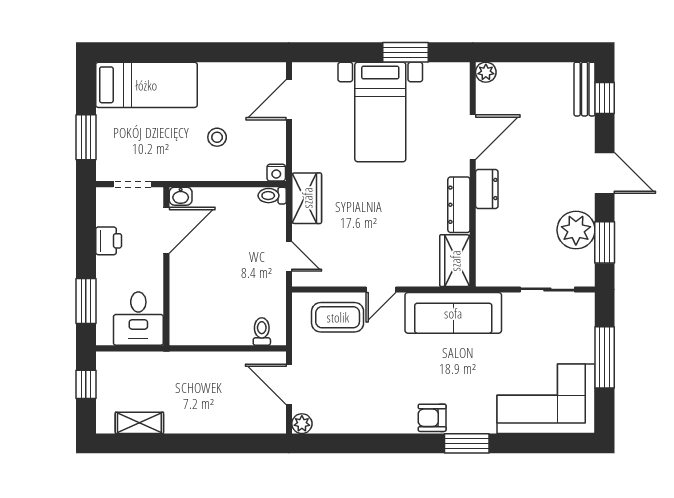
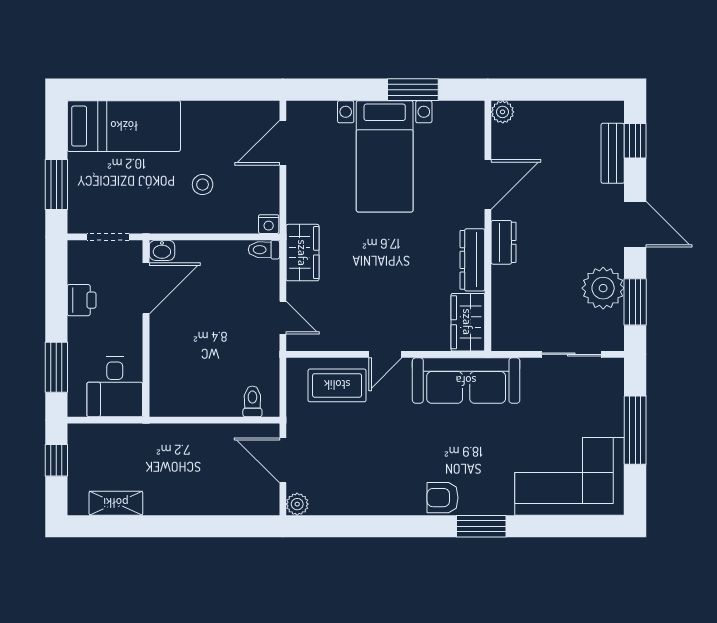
bench: (585, 89) -> (613, 153), moved

